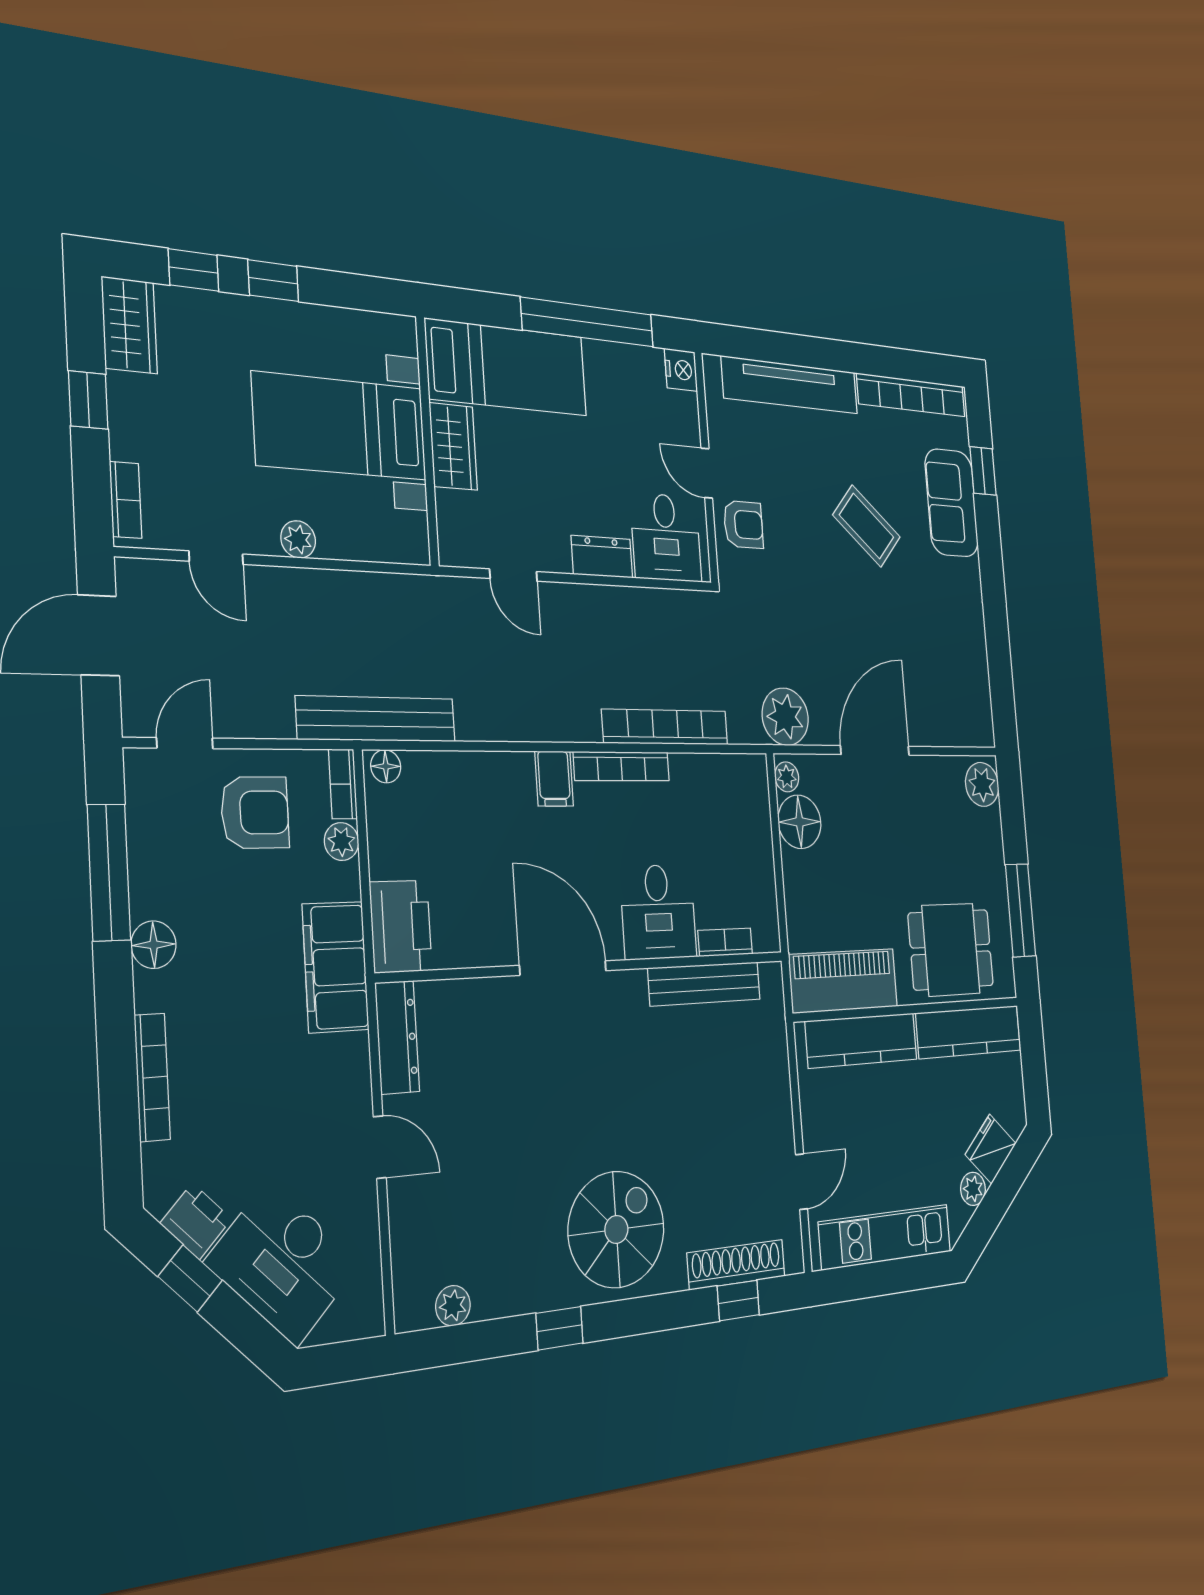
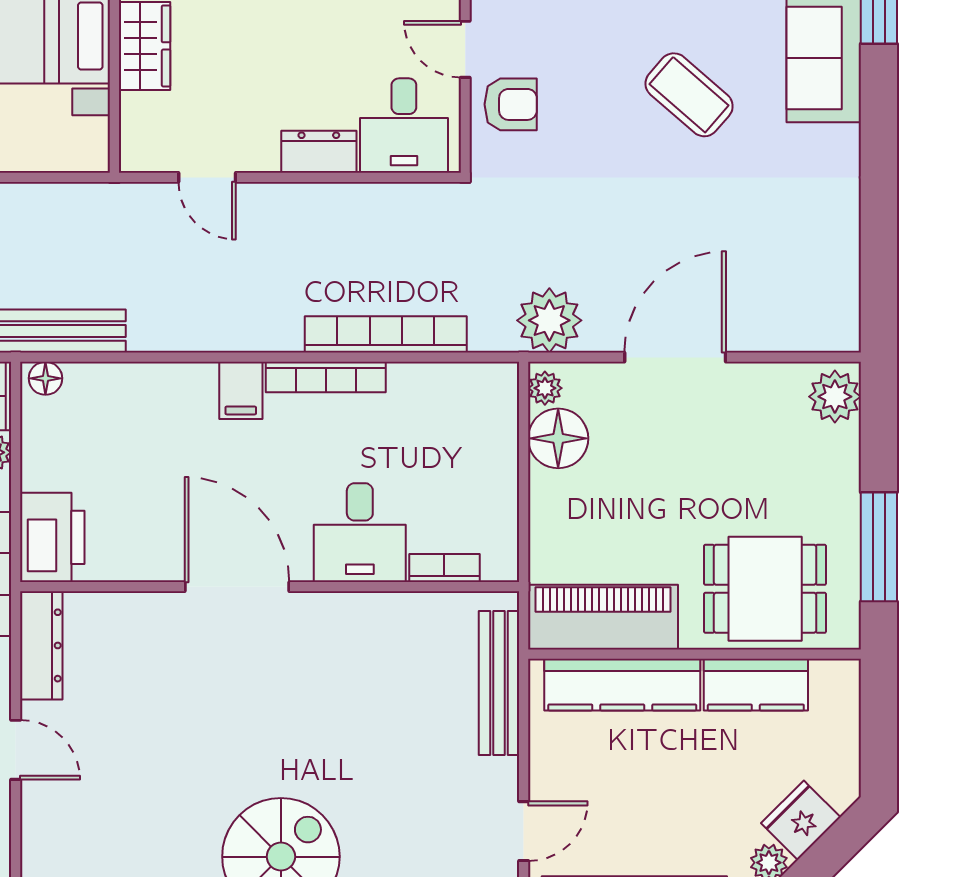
bench: (704, 984) -> (499, 683), moved, turned 90
kitchen counter: (969, 1032) -> (756, 685), width x0.67

